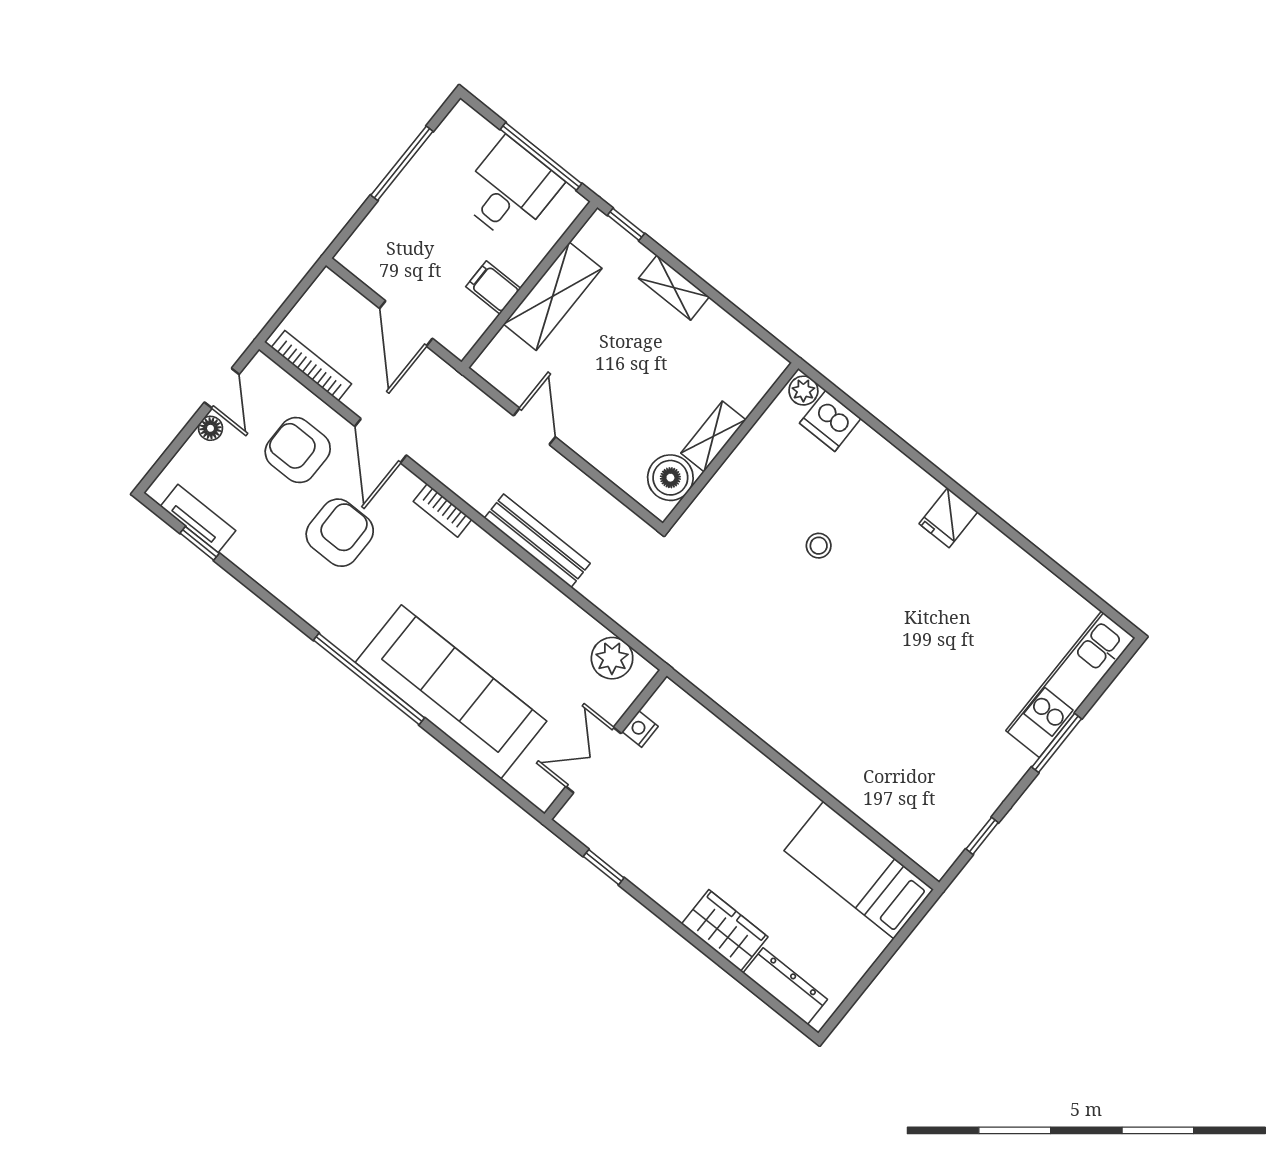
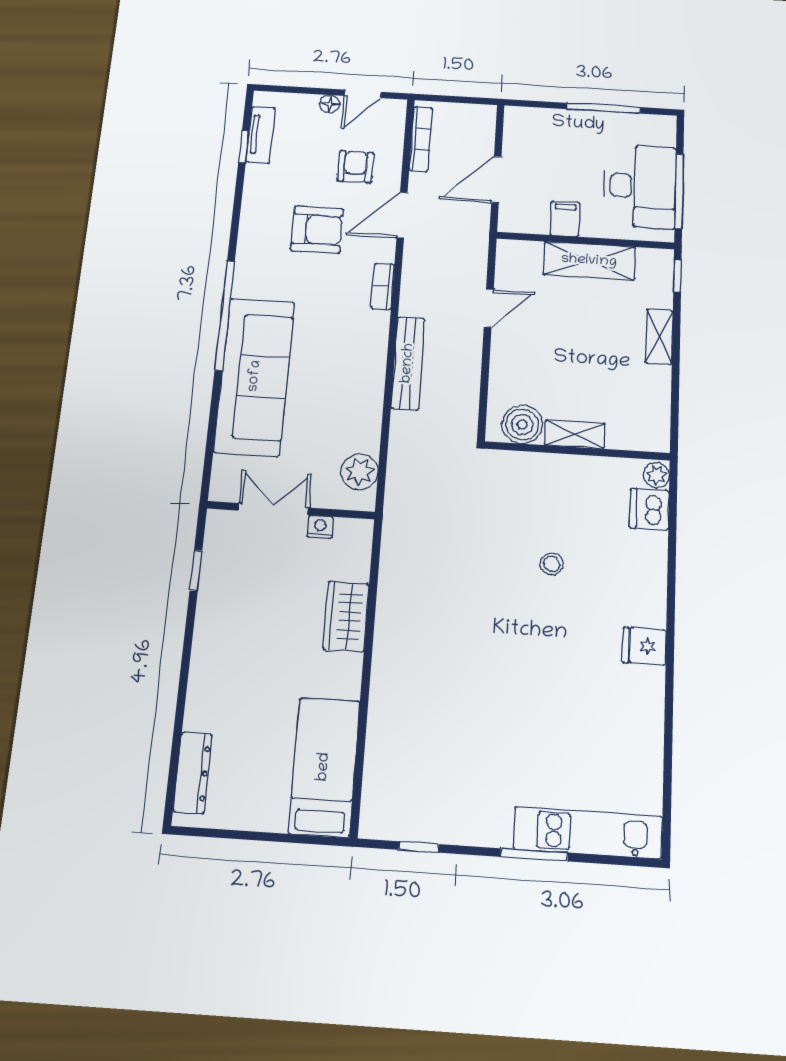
desk: (510, 190) -> (640, 186), width x1.37
armchair: (298, 450) -> (355, 167), width x0.72, depth x0.72
wardrobe: (725, 930) -> (346, 617), moved, turned 180

